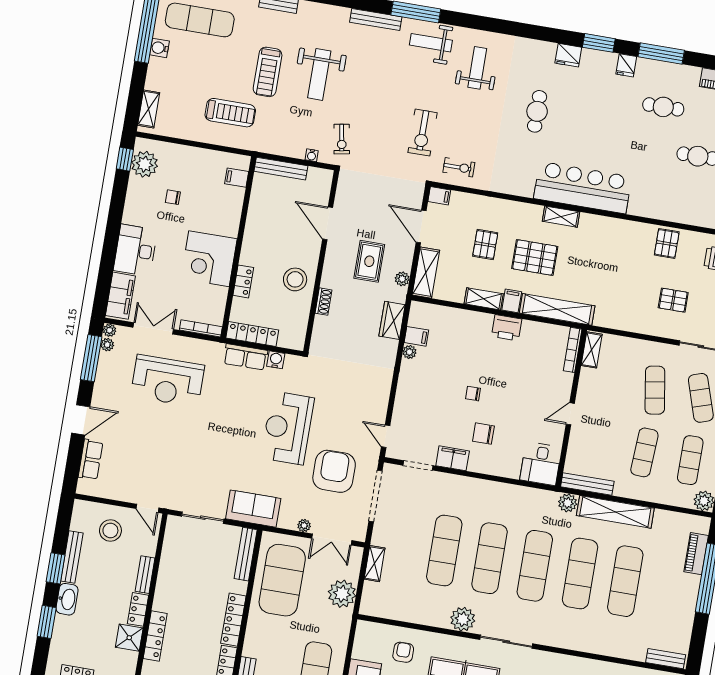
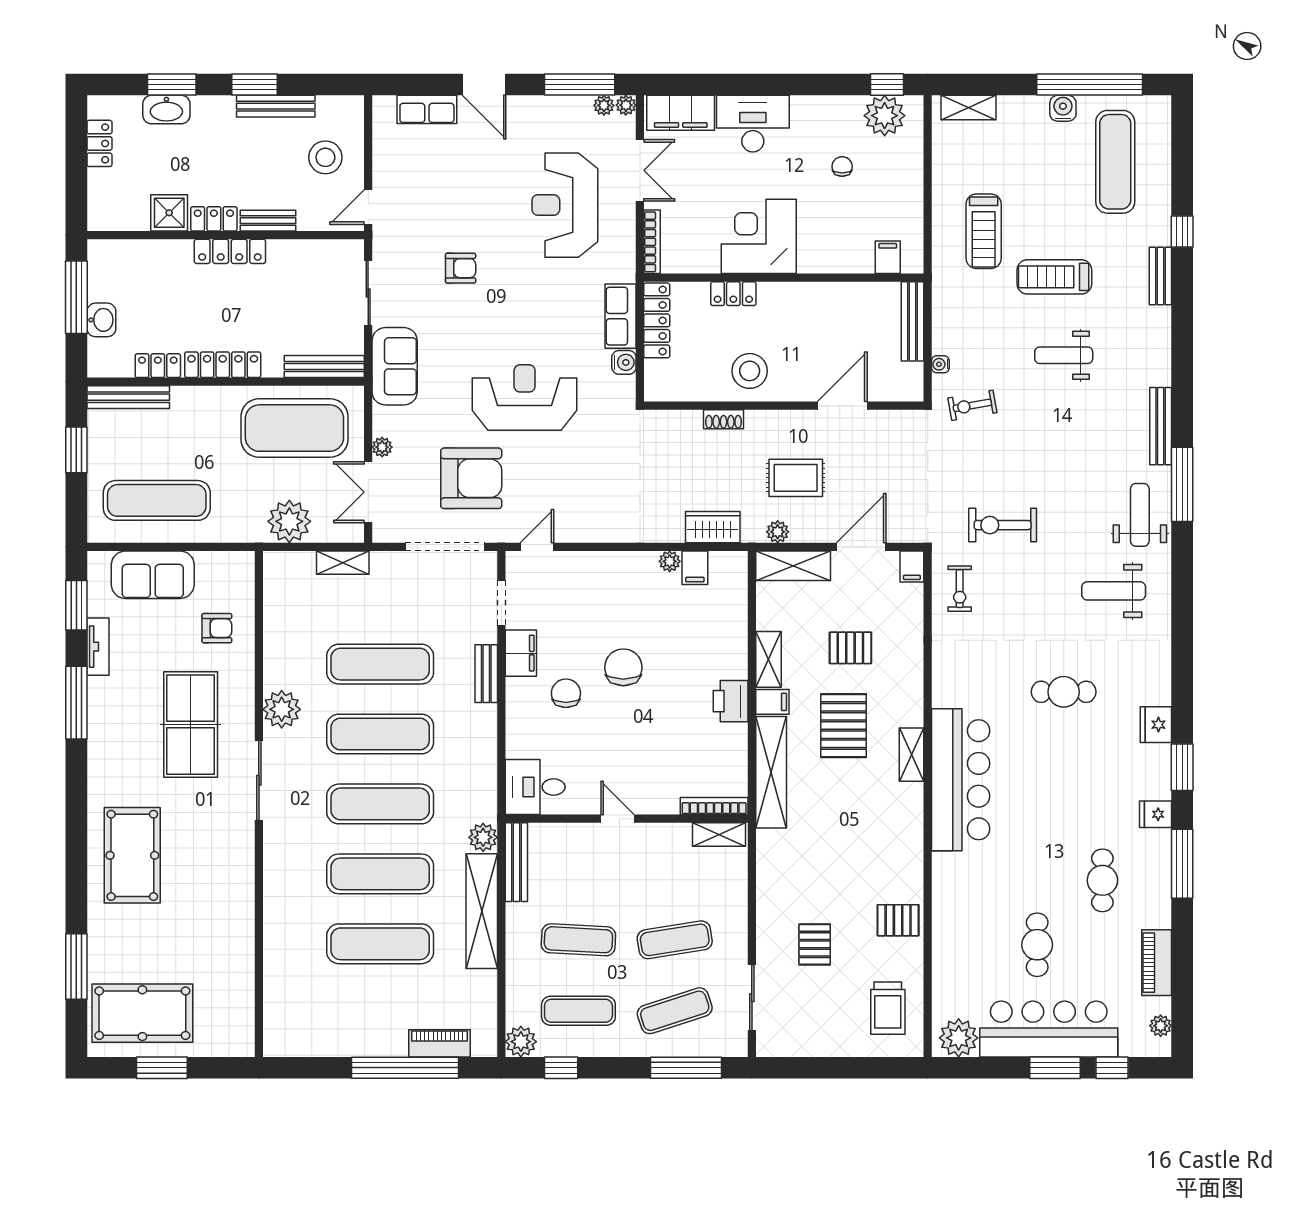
weight bench: (477, 68) -> (1114, 591), turned 180
weight bench: (319, 74) -> (1064, 355), width x0.73, depth x0.75
chair: (473, 394) -> (623, 667), width x1.87, depth x1.87
armchair: (197, 455) -> (461, 268), added
washbasin: (67, 599) -> (166, 110), moved
locker: (155, 636) -> (230, 251), moved
bench: (666, 659) -> (486, 674), moved

